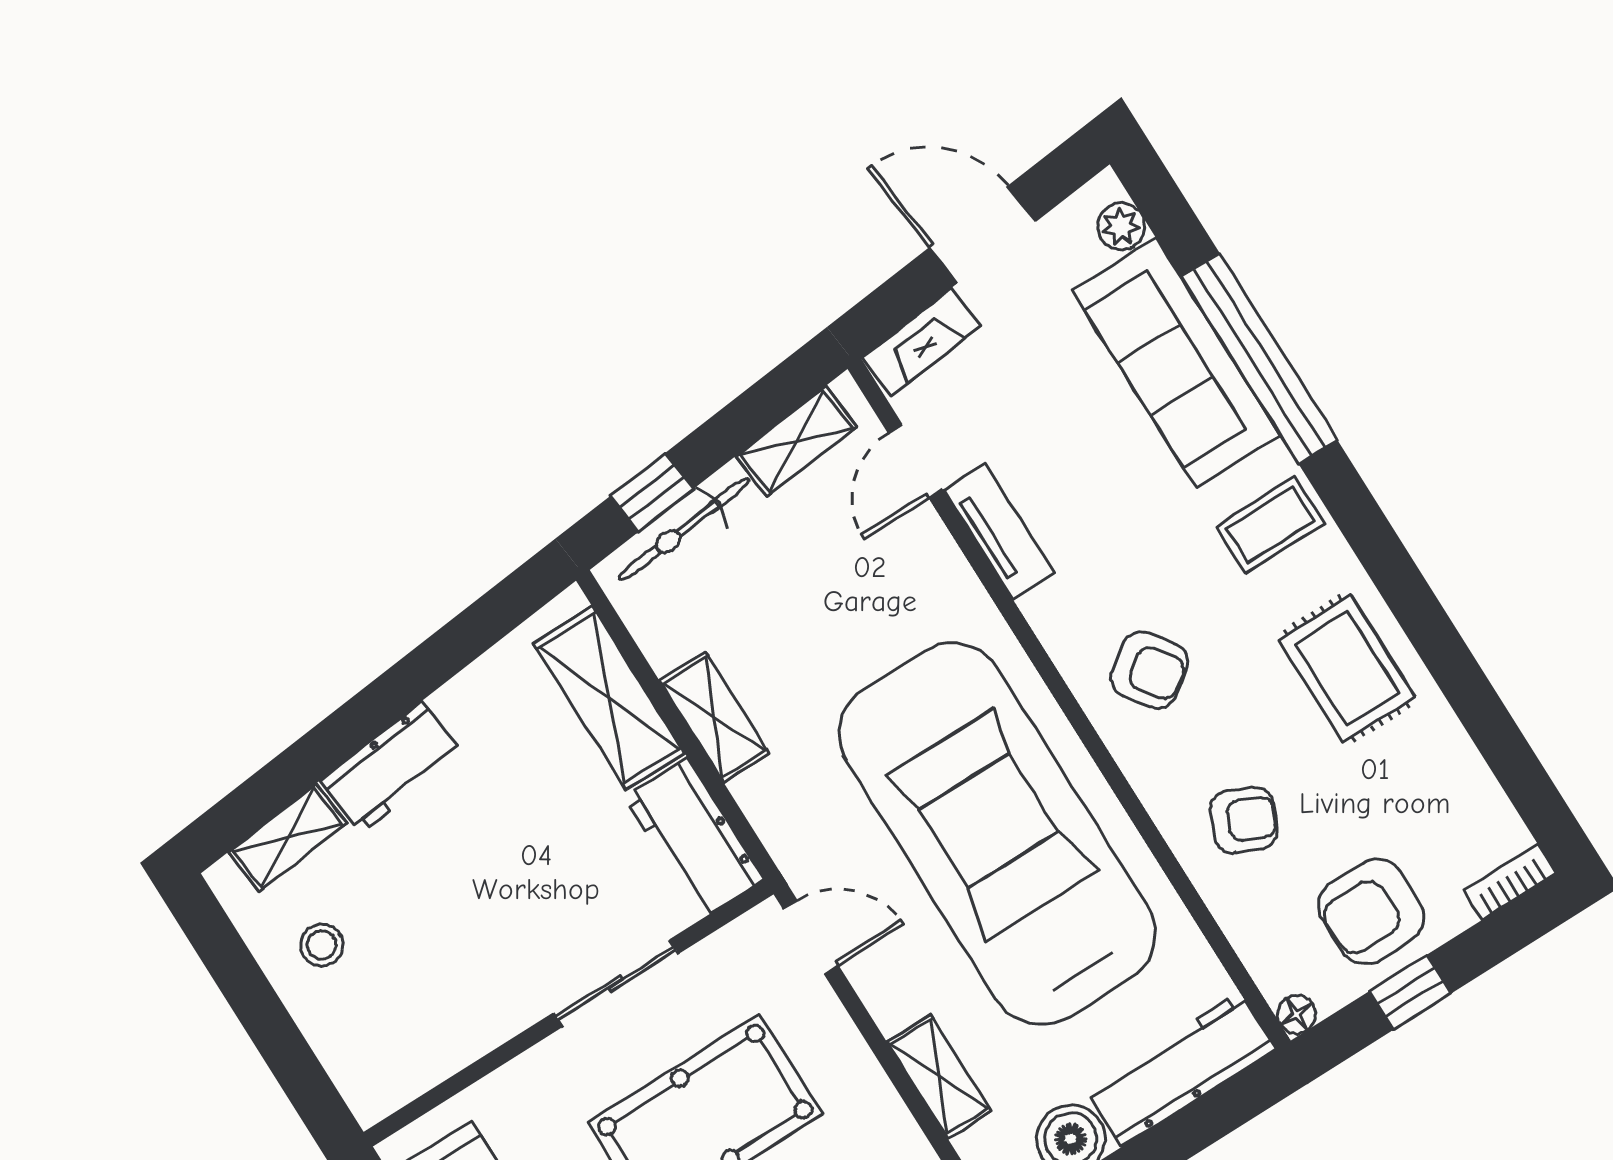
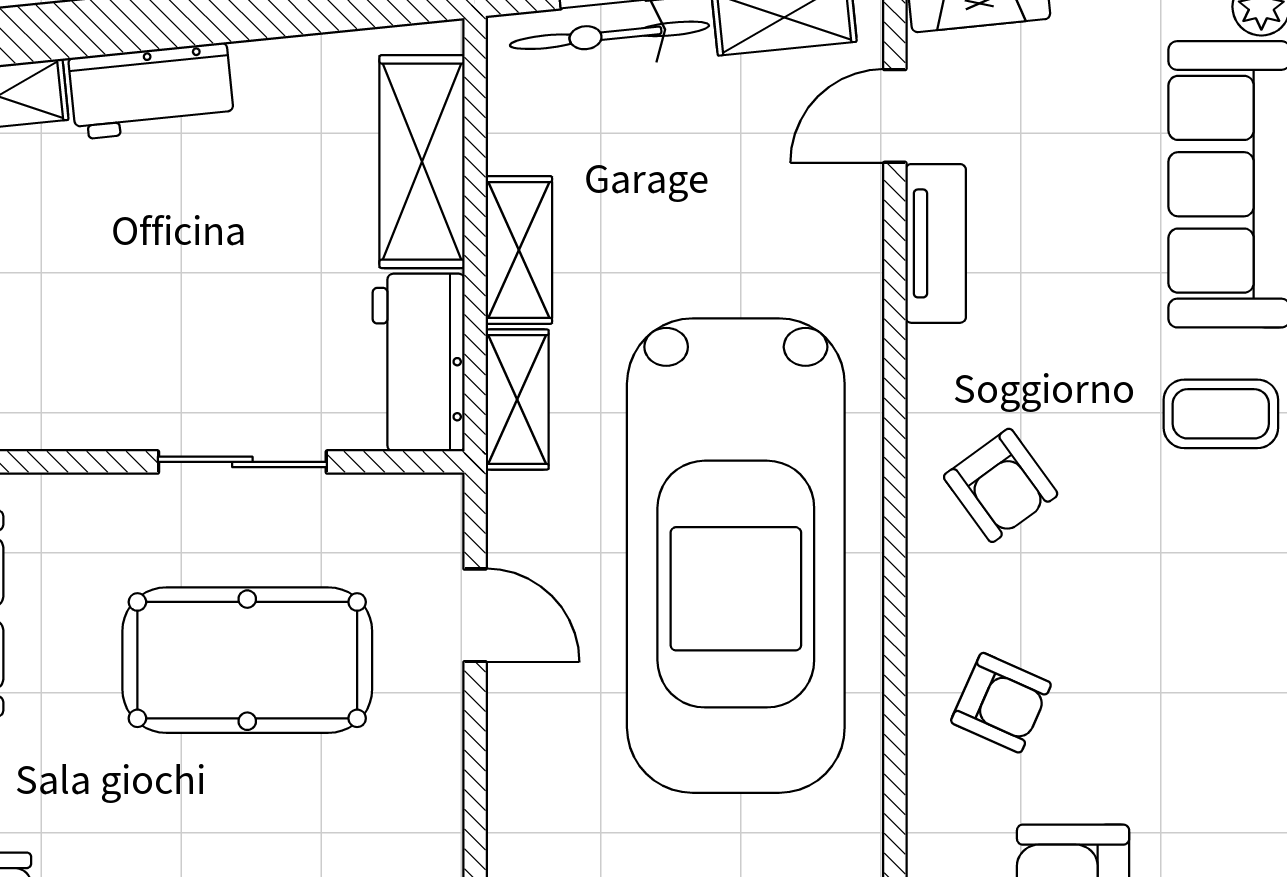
rug: (1347, 669) -> (1207, 613), removed
car: (997, 834) -> (736, 556), turned 180
door: (811, 937) -> (475, 615), moved
shelving: (939, 1077) -> (517, 399), moved

